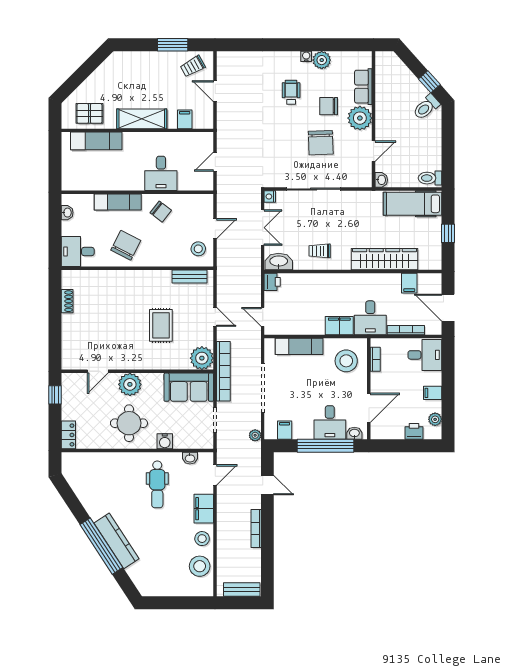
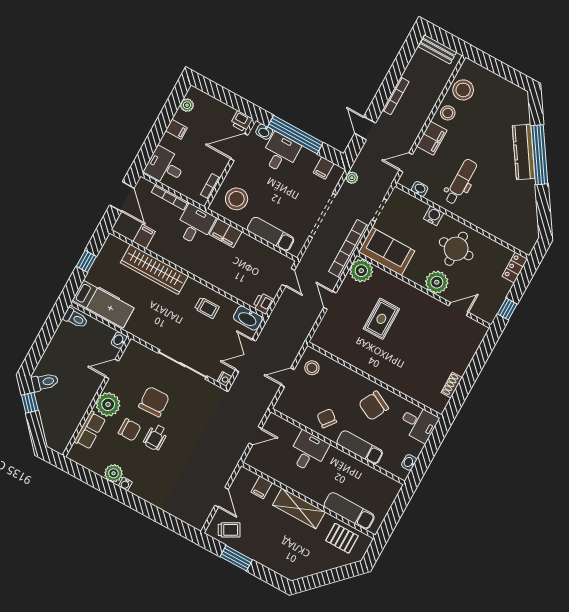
wheelchair: (291, 92) -> (156, 437), moved
bench: (189, 277) -> (333, 348), removed
printer: (414, 431) -> (242, 121), moved

